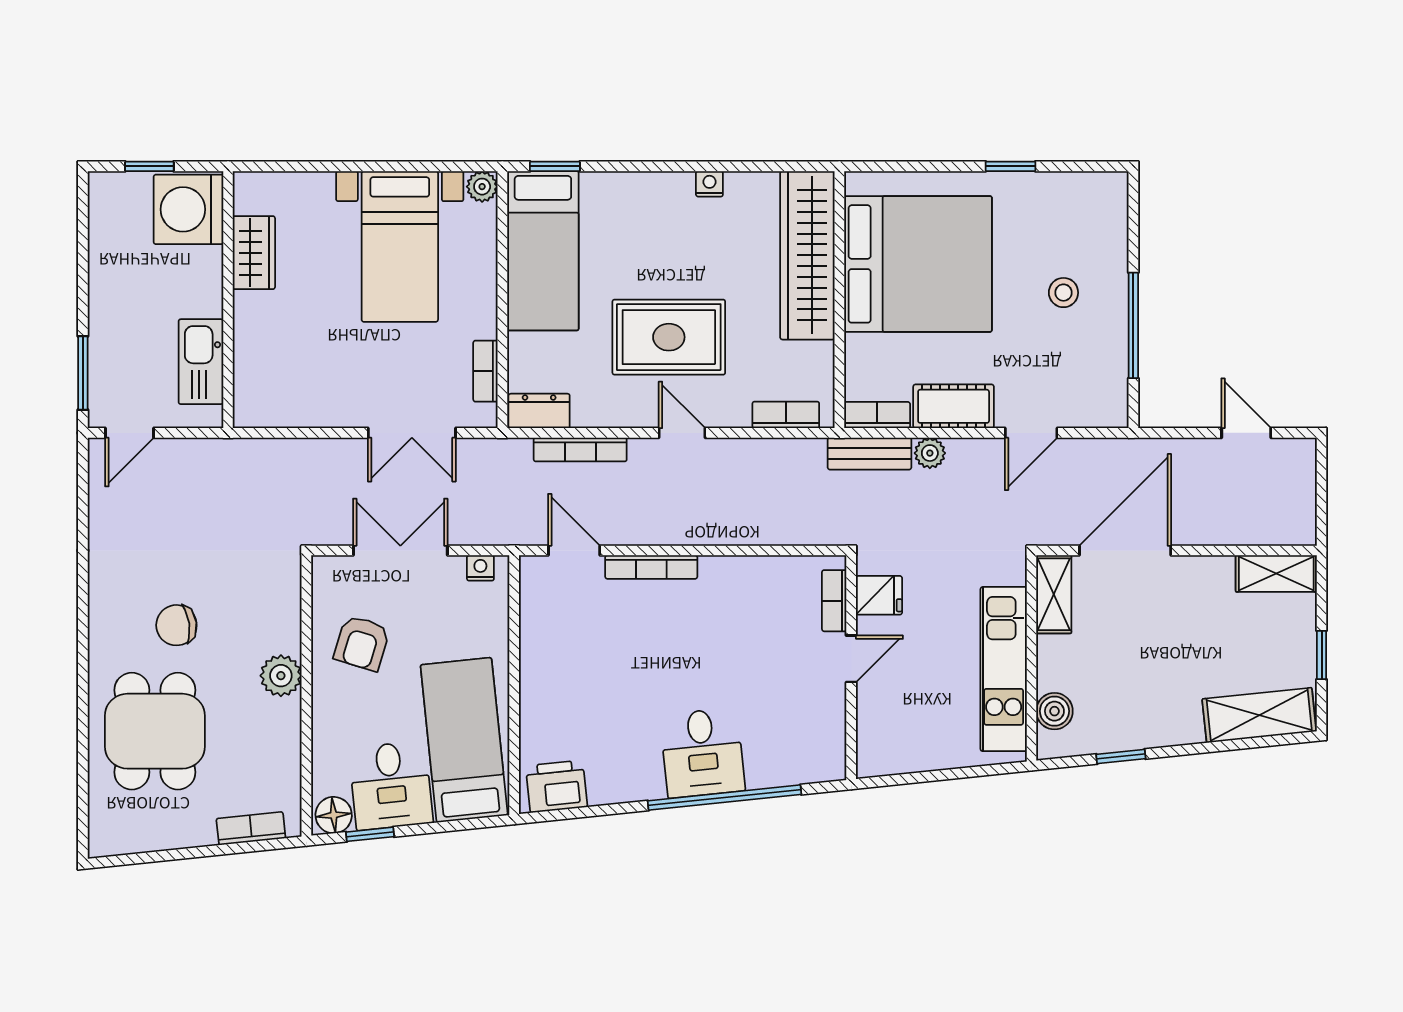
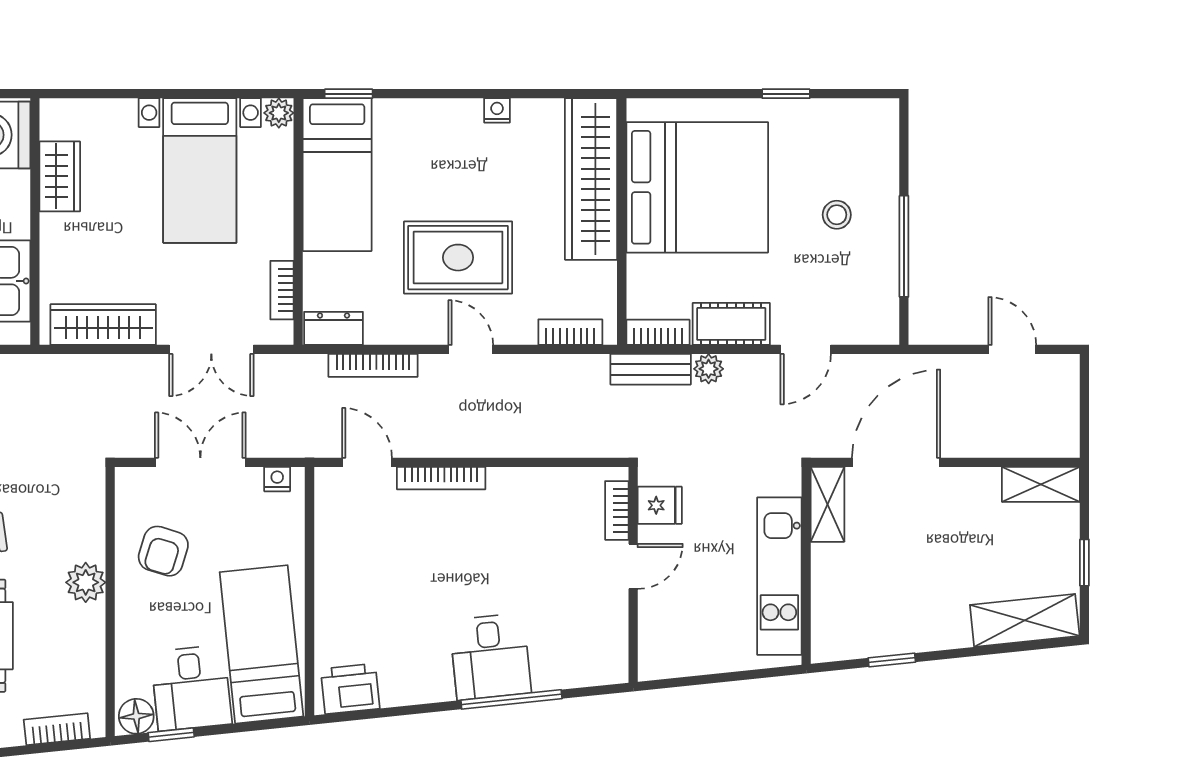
wardrobe: (299, 407) -> (103, 325), added
boiler: (1054, 711) -> (828, 616), removed
window: (724, 798) -> (511, 699), width x0.68

